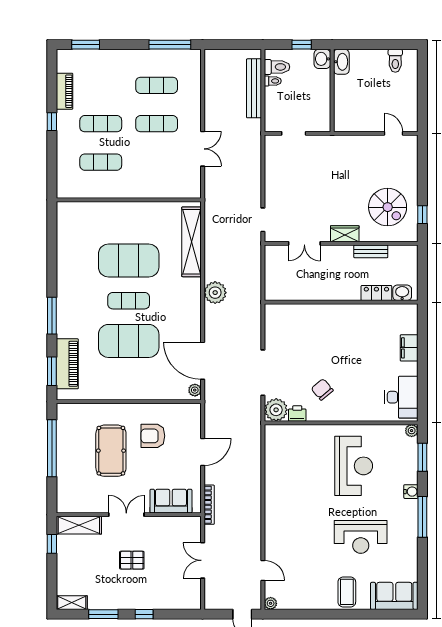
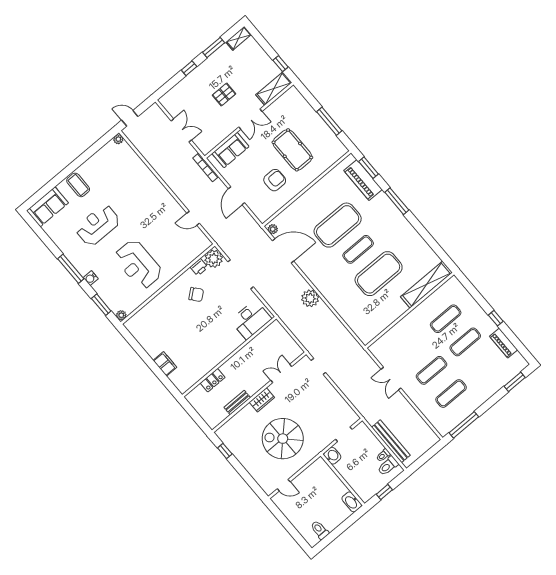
washbasin: (322, 59) -> (332, 456), moved
spiral stairs: (388, 207) -> (283, 439), moved, width x1.37, depth x1.37
shelving: (191, 242) -> (426, 285), moved, turned 90
washbasin: (402, 293) -> (197, 394), removed
desk: (401, 397) -> (251, 320), moved, turned -90
window: (52, 448) -> (329, 121), width x0.68
door: (263, 570) -> (193, 218), moved

